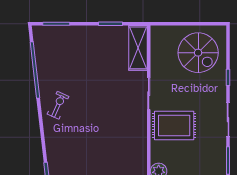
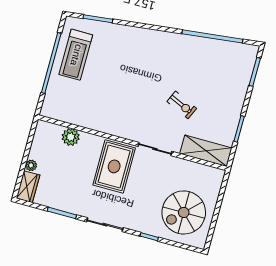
exercise bike: (58, 105) -> (182, 105), moved

